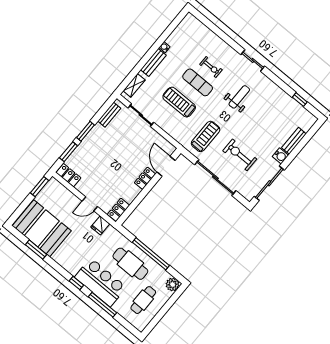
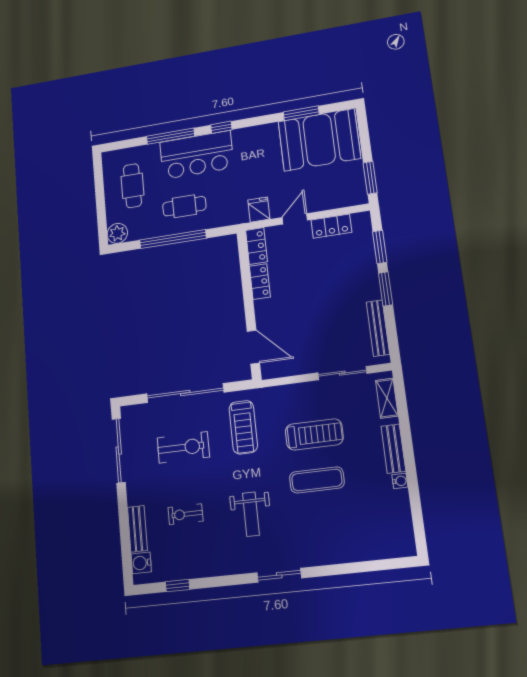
exercise bike: (211, 67) -> (185, 514), moved
bench: (109, 115) -> (378, 328), width x1.36
water cooler: (280, 156) -> (141, 563), moved
locker: (68, 175) -> (331, 226), moved
locker: (145, 178) -> (260, 282), moved
cafe table: (130, 264) -> (184, 206), width x0.73, depth x0.74

